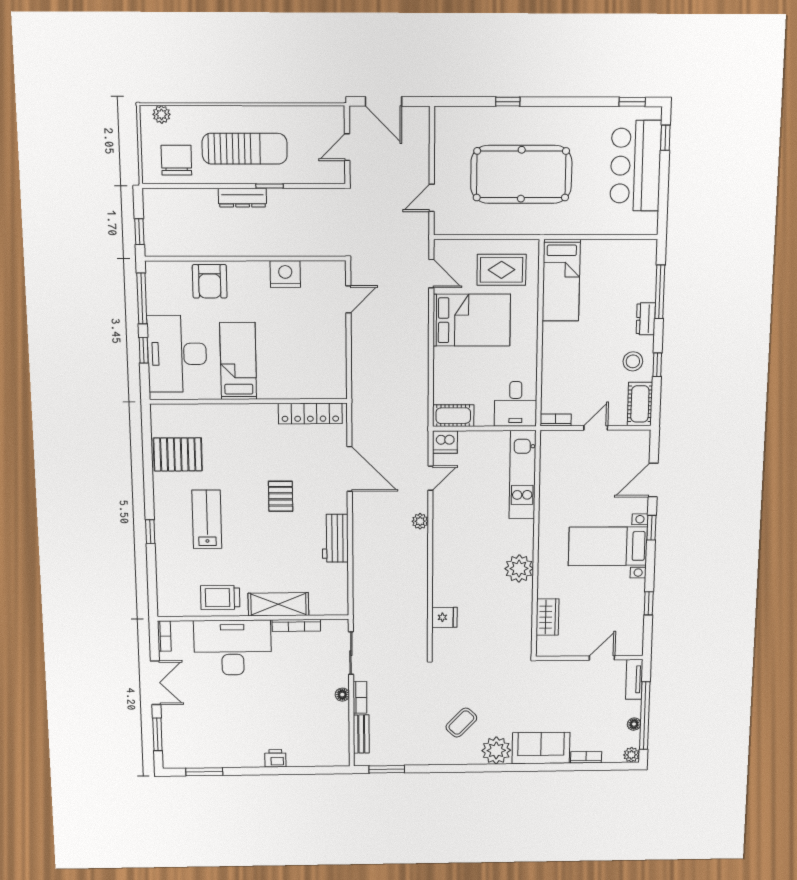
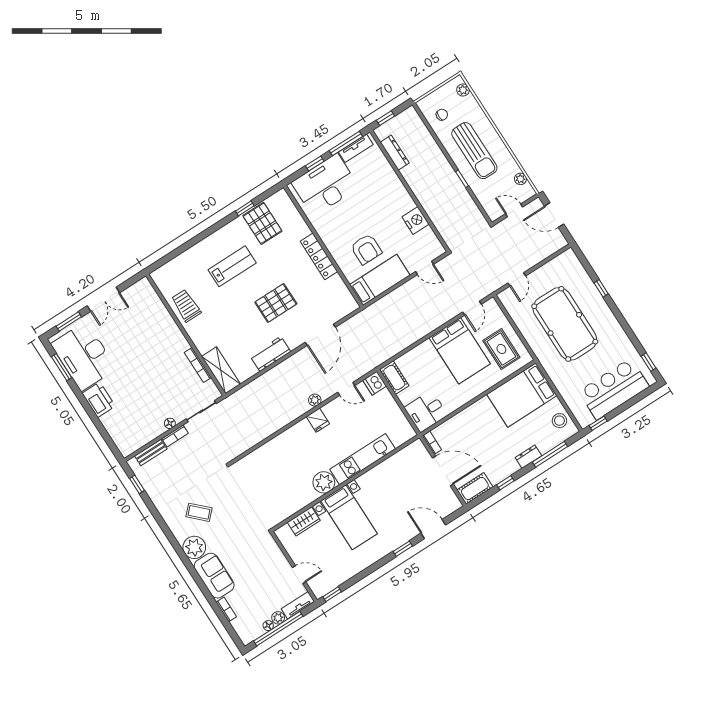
door: (384, 101) -> (554, 215), hinge flipped
plant: (314, 114) -> (520, 179), added
window: (665, 138) -> (598, 423), moved
chair: (176, 160) -> (442, 115), width x0.54, depth x0.54
dresser: (242, 198) -> (395, 153), moved, turned 180
door: (432, 198) -> (517, 279), swing flipped
bed: (561, 280) -> (522, 395), width x1.50
armchair: (210, 281) -> (366, 249), moved, turned -90
tv unit: (155, 290) -> (356, 148), added
bed: (238, 361) -> (380, 280), moved
stool: (633, 361) -> (559, 421), moved
locker: (310, 414) -> (319, 256), moved
door: (596, 428) -> (443, 471), width x1.87
kitchen unit: (523, 475) -> (363, 459), moved
pallet: (281, 496) -> (276, 303), width x1.50, depth x1.42
window: (150, 532) -> (245, 208), moved
bed with nightstands: (608, 546) -> (349, 517), moved, turned 180
window: (649, 603) -> (332, 594), moved
shelving: (278, 604) -> (221, 370), moved
fridge: (444, 617) -> (318, 420), moved
bookcase: (164, 636) -> (138, 286), removed
desk: (233, 648) -> (84, 356), moved, turned 180
plant: (631, 755) -> (278, 618), moved
printer: (275, 758) -> (99, 400), width x1.87, depth x1.48
window: (387, 769) -> (137, 484), width x0.67

